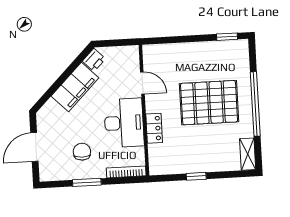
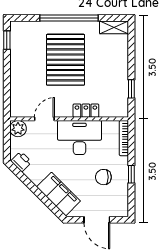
plant: (130, 54) -> (18, 129), added
filing cabinet: (75, 87) -> (59, 194), moved
window: (196, 176) -> (131, 89), moved
window: (87, 182) -> (131, 174), width x0.67

